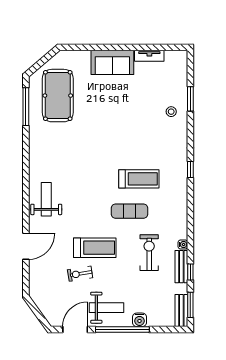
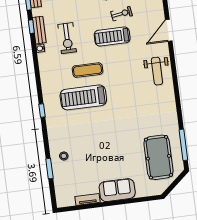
treadmill: (139, 179) -> (83, 97), width x1.37, depth x1.38

